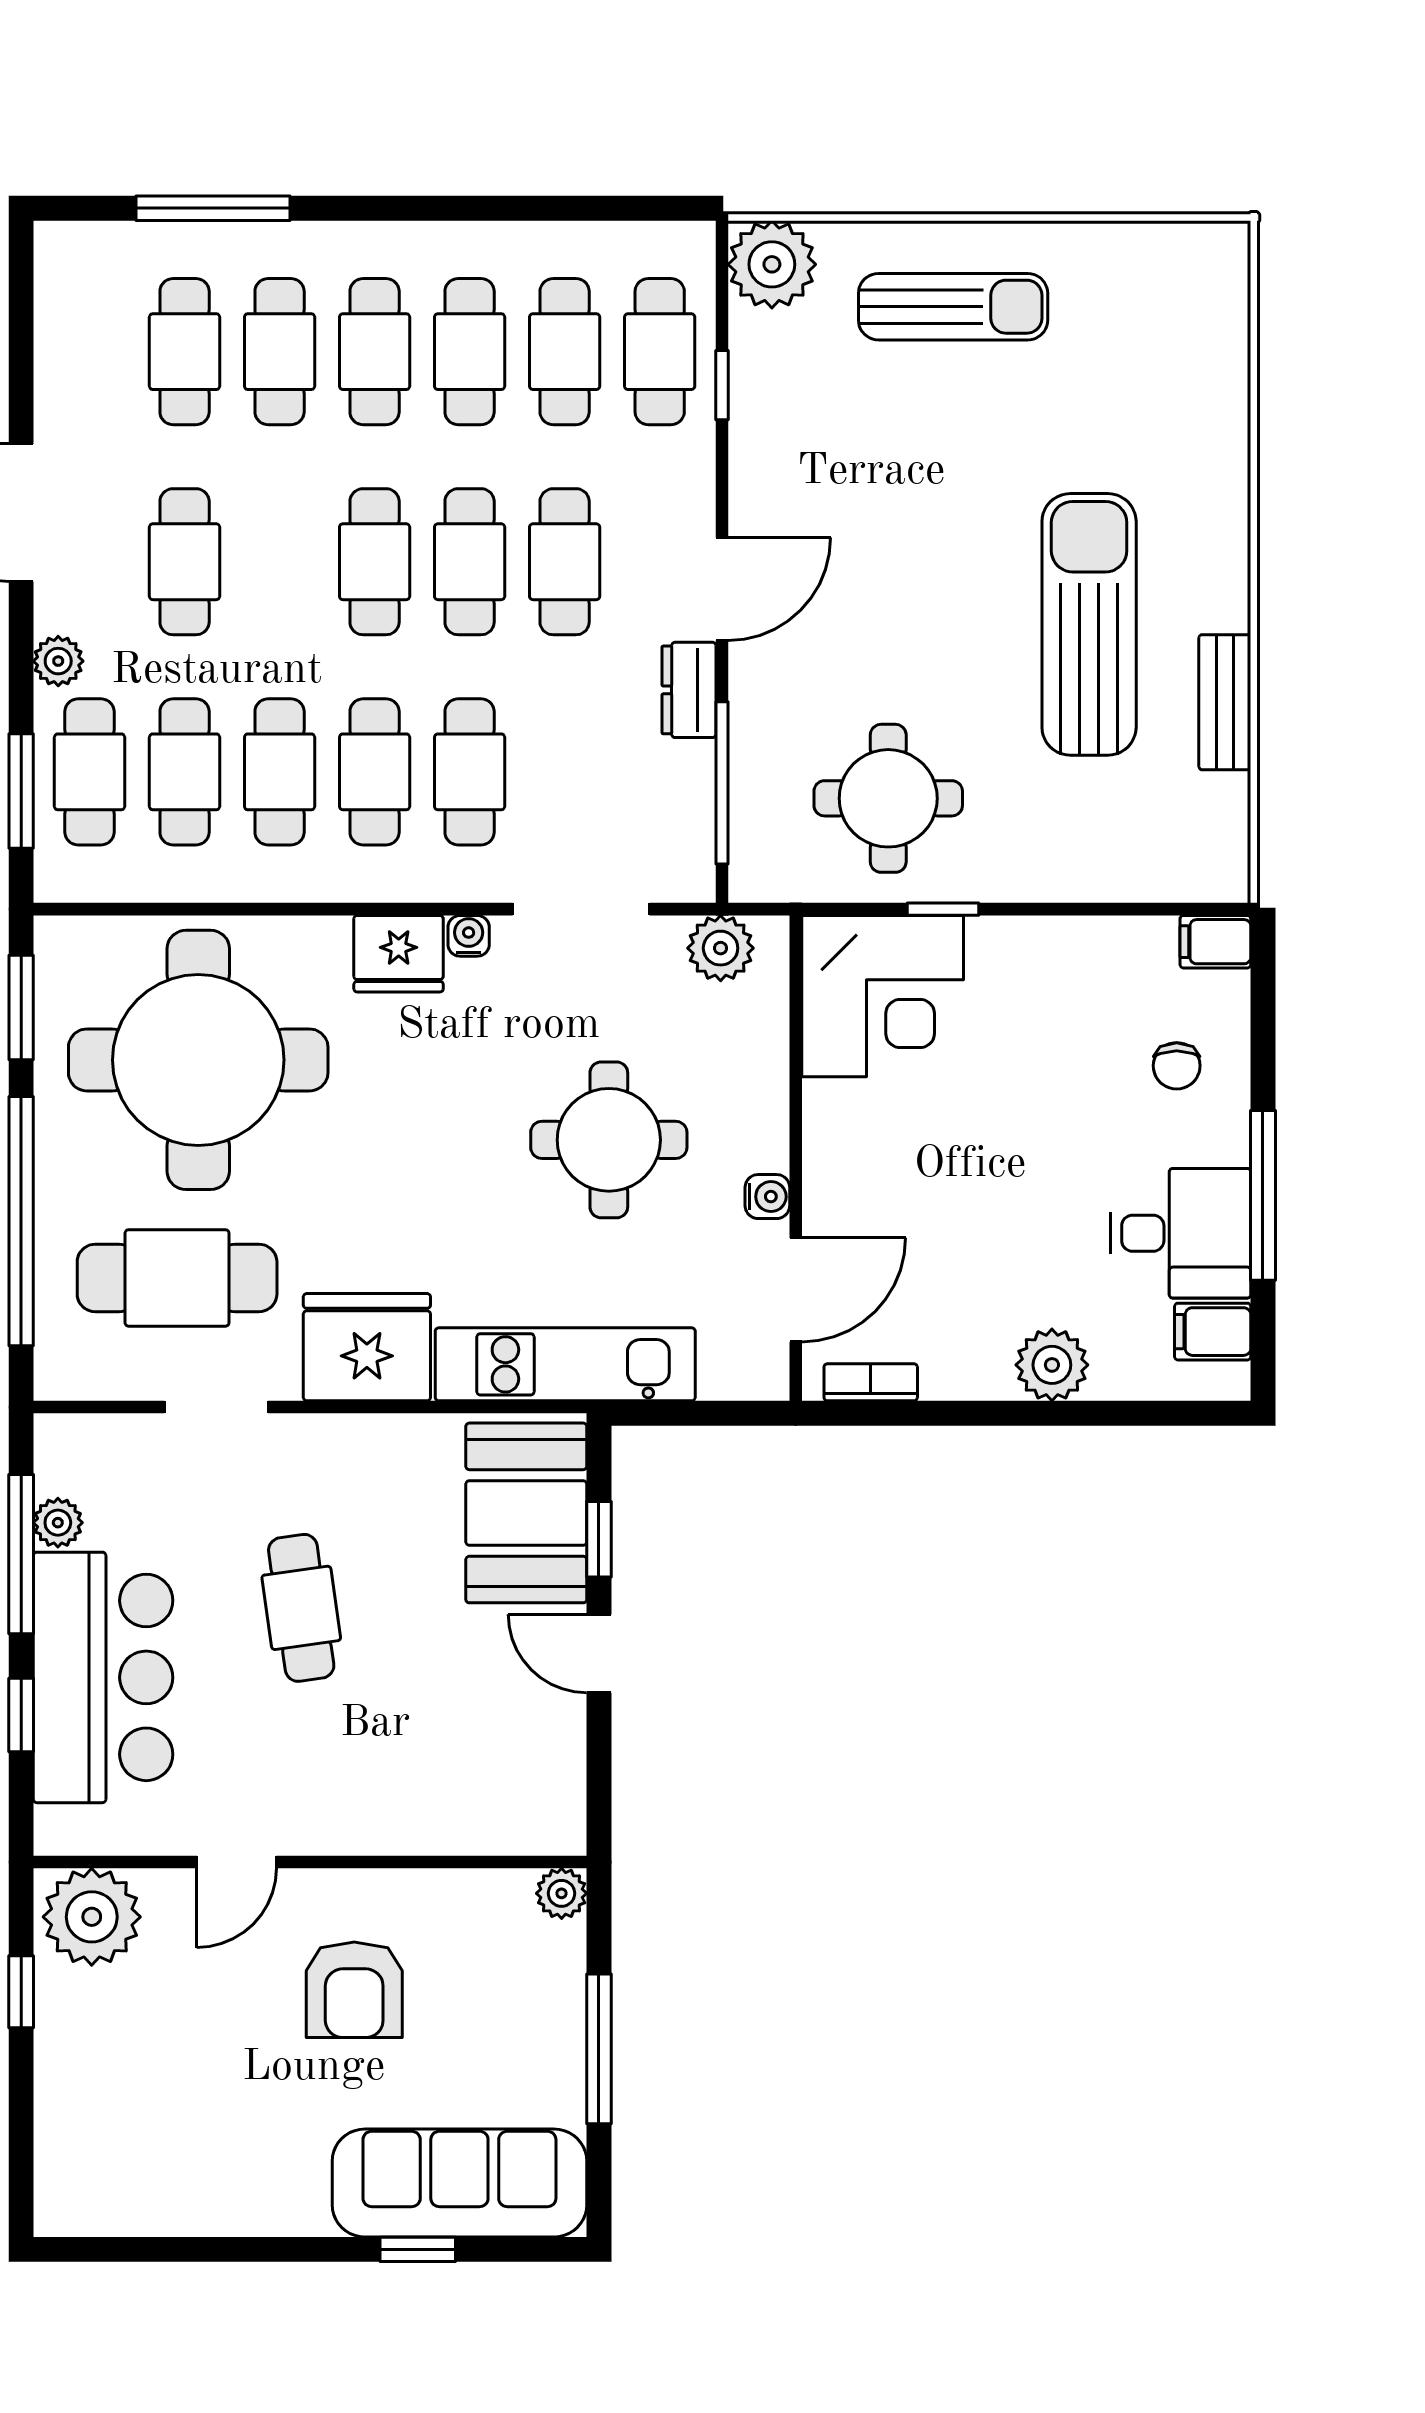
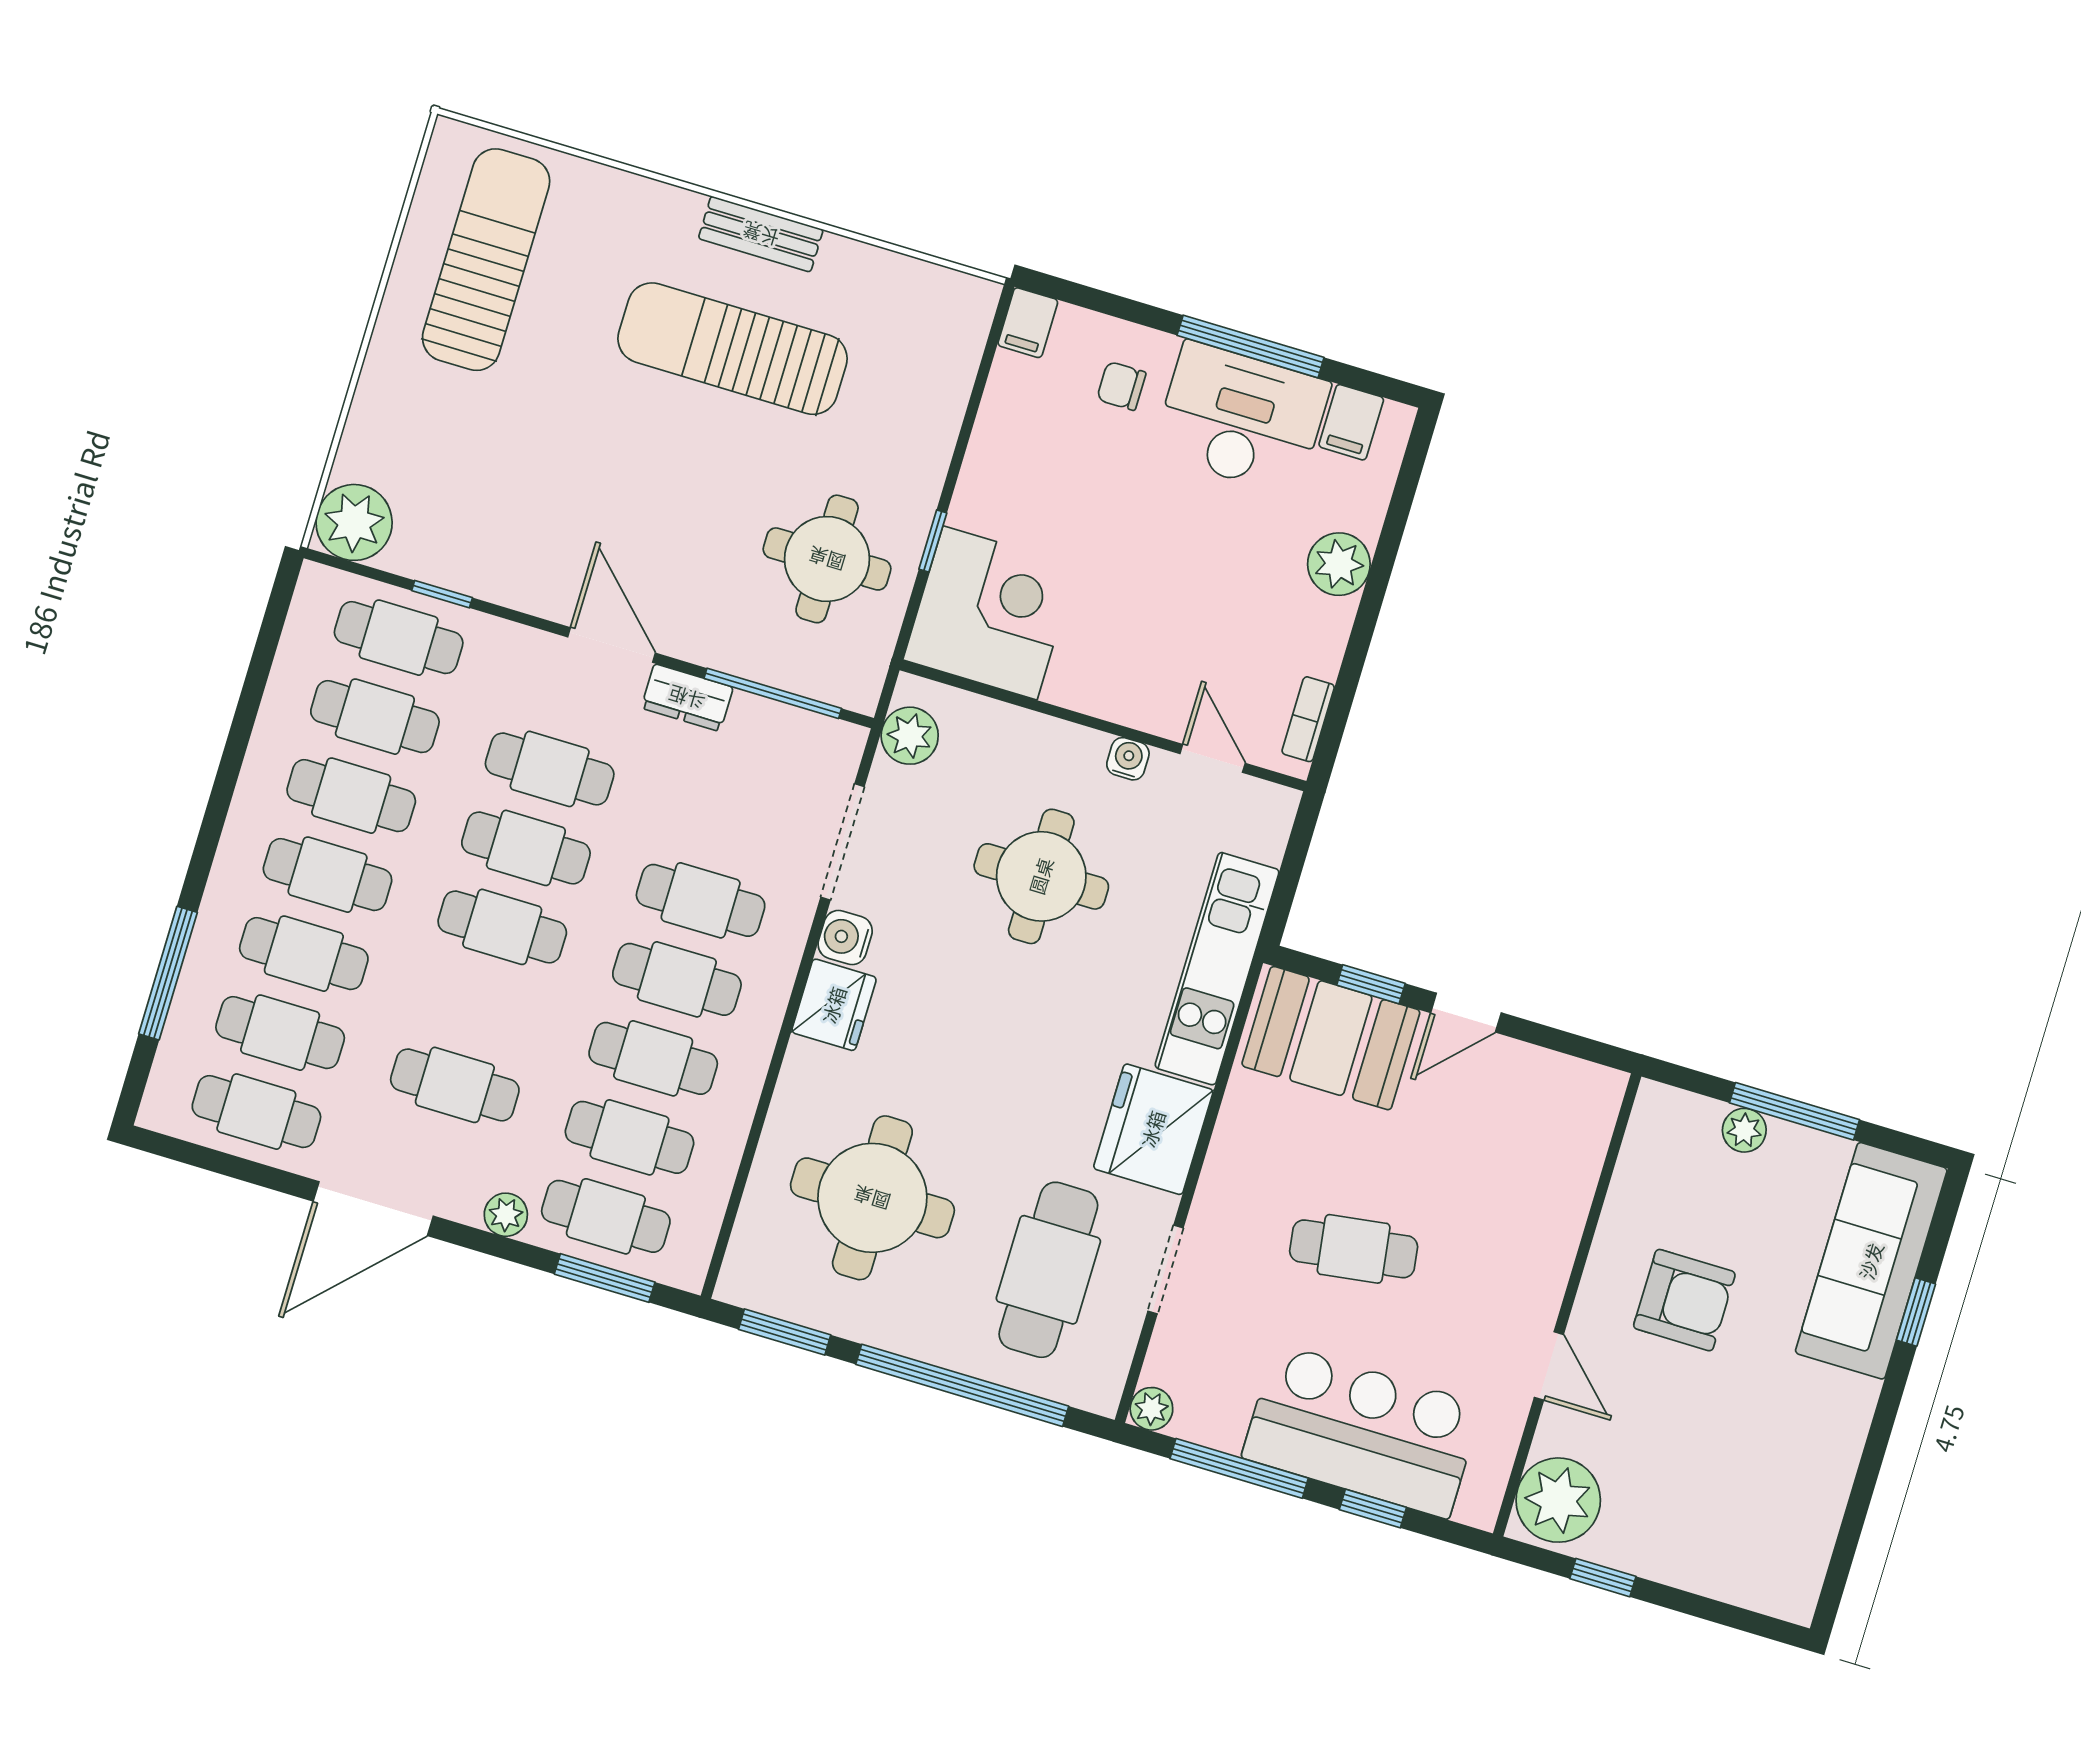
sun lounger: (953, 307) -> (486, 260), moved, width x1.36, depth x1.34
cafe table: (90, 352) -> (256, 1112), added
bench: (1225, 702) -> (761, 234), moved
water cooler: (469, 936) -> (845, 938), width x1.38, depth x1.38
round table: (198, 1060) -> (872, 1198), width x0.73, depth x0.73
chair: (1177, 1066) -> (1121, 386), turned 180
desk: (1181, 1233) -> (1241, 418), width x1.37
door: (796, 1290) -> (1213, 758), width x0.73
plant: (58, 1523) -> (1151, 1409), moved
plant: (562, 1893) -> (1744, 1130), moved

